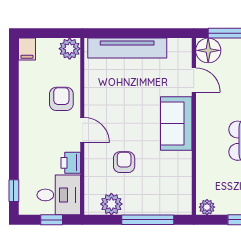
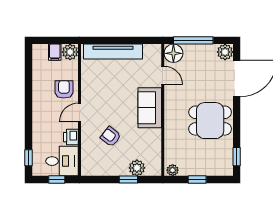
filing cabinet: (27, 49) -> (55, 52), moved
door: (82, 130) -> (80, 113), swing flipped
armchair: (124, 162) -> (111, 137), turned -52
plant: (111, 204) -> (137, 168), moved
window: (148, 220) -> (128, 180), width x0.46

